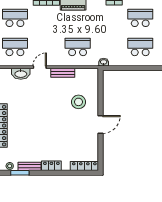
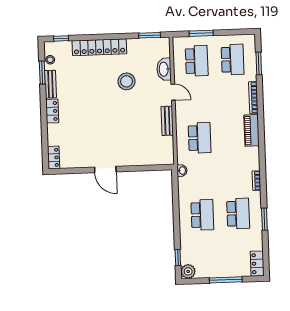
stool: (78, 102) -> (126, 81), moved
locker: (84, 166) -> (54, 157), width x0.66

